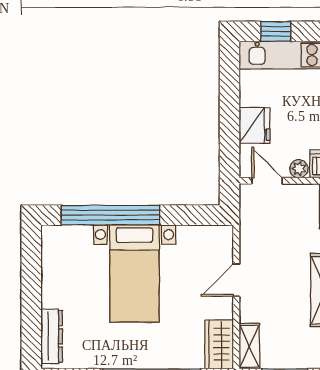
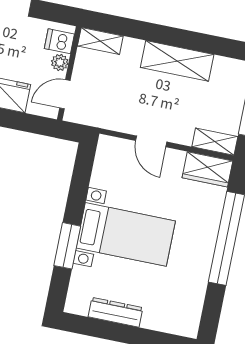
window: (110, 215) -> (67, 246), width x0.47
dresser: (52, 336) -> (116, 312), moved

